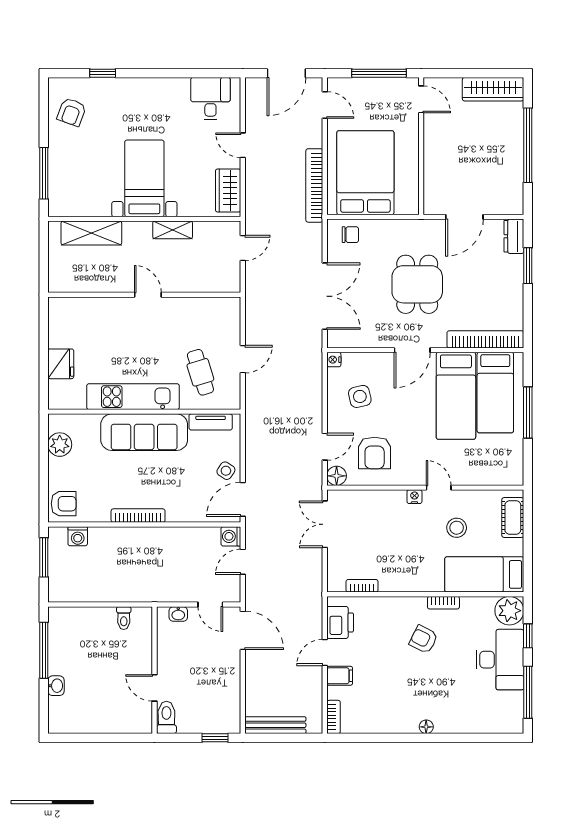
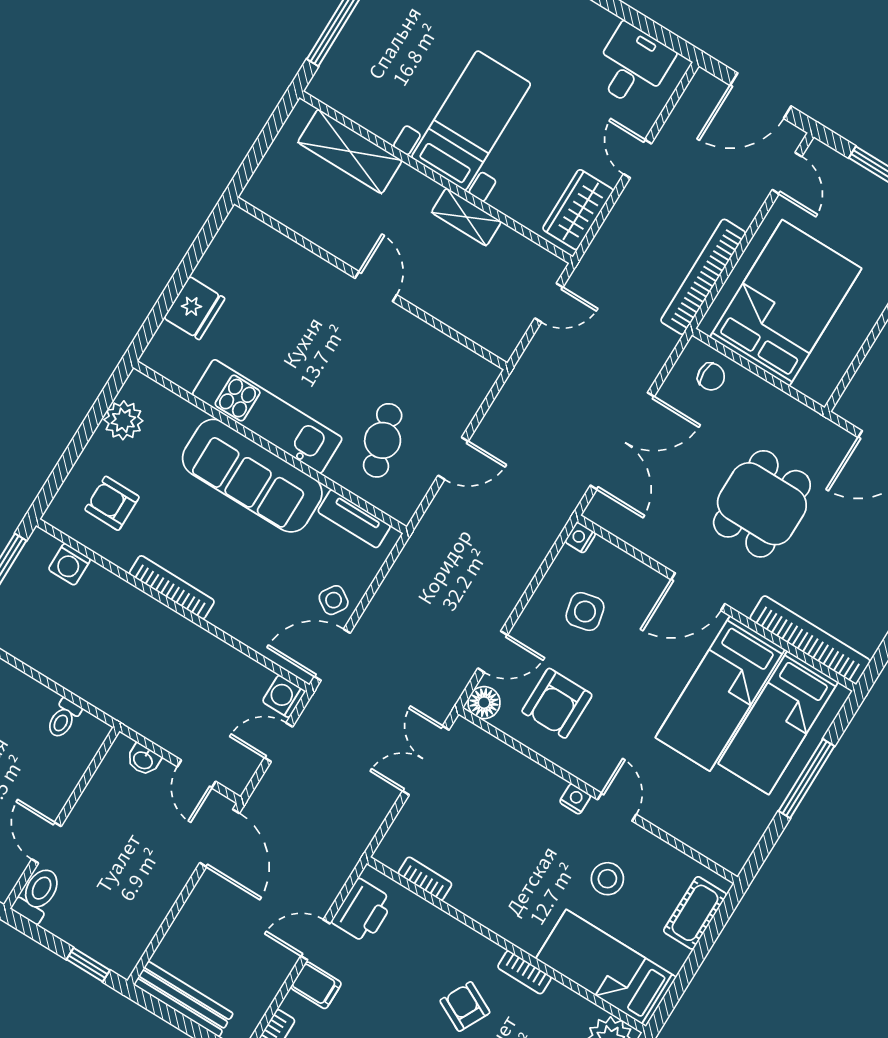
armchair: (64, 504) -> (112, 503), moved, turned 180

